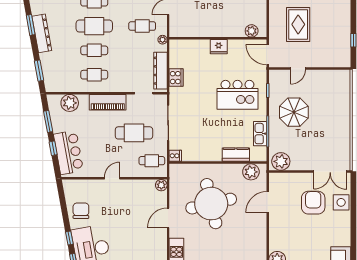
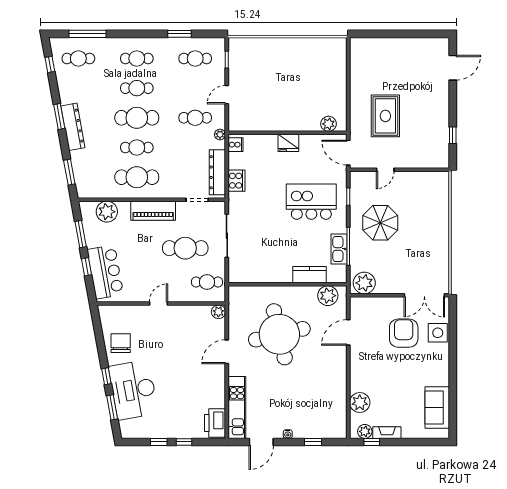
cafe table: (94, 75) -> (137, 177), width x1.37, depth x1.35
kitchen island: (237, 95) -> (311, 202), turned 180
cooker: (175, 156) -> (236, 145), moved

